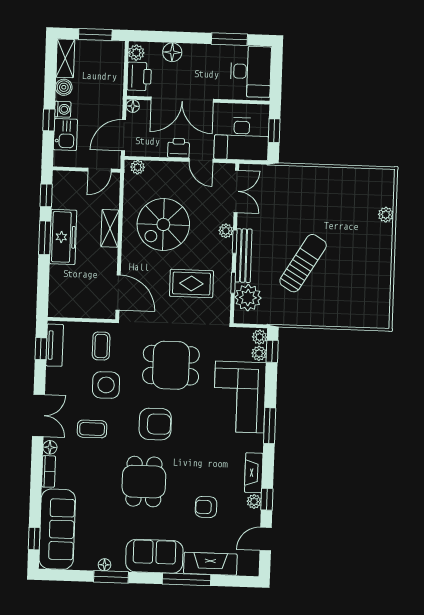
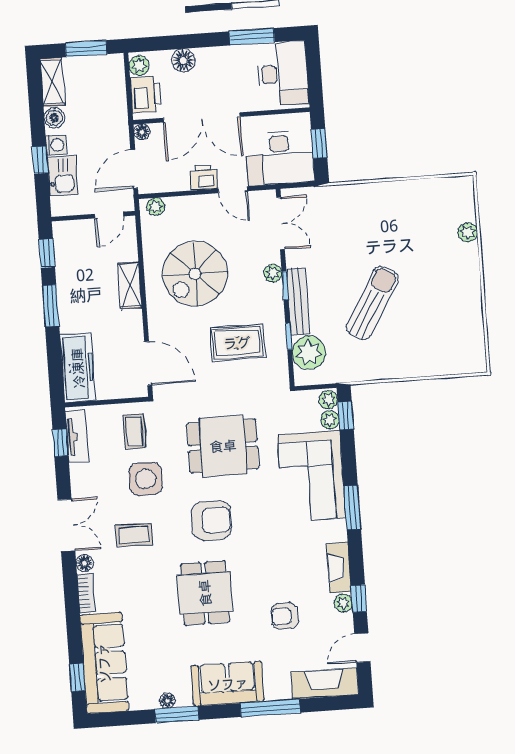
freezer: (63, 237) -> (78, 368), moved
fireplace: (210, 564) -> (324, 683), moved

